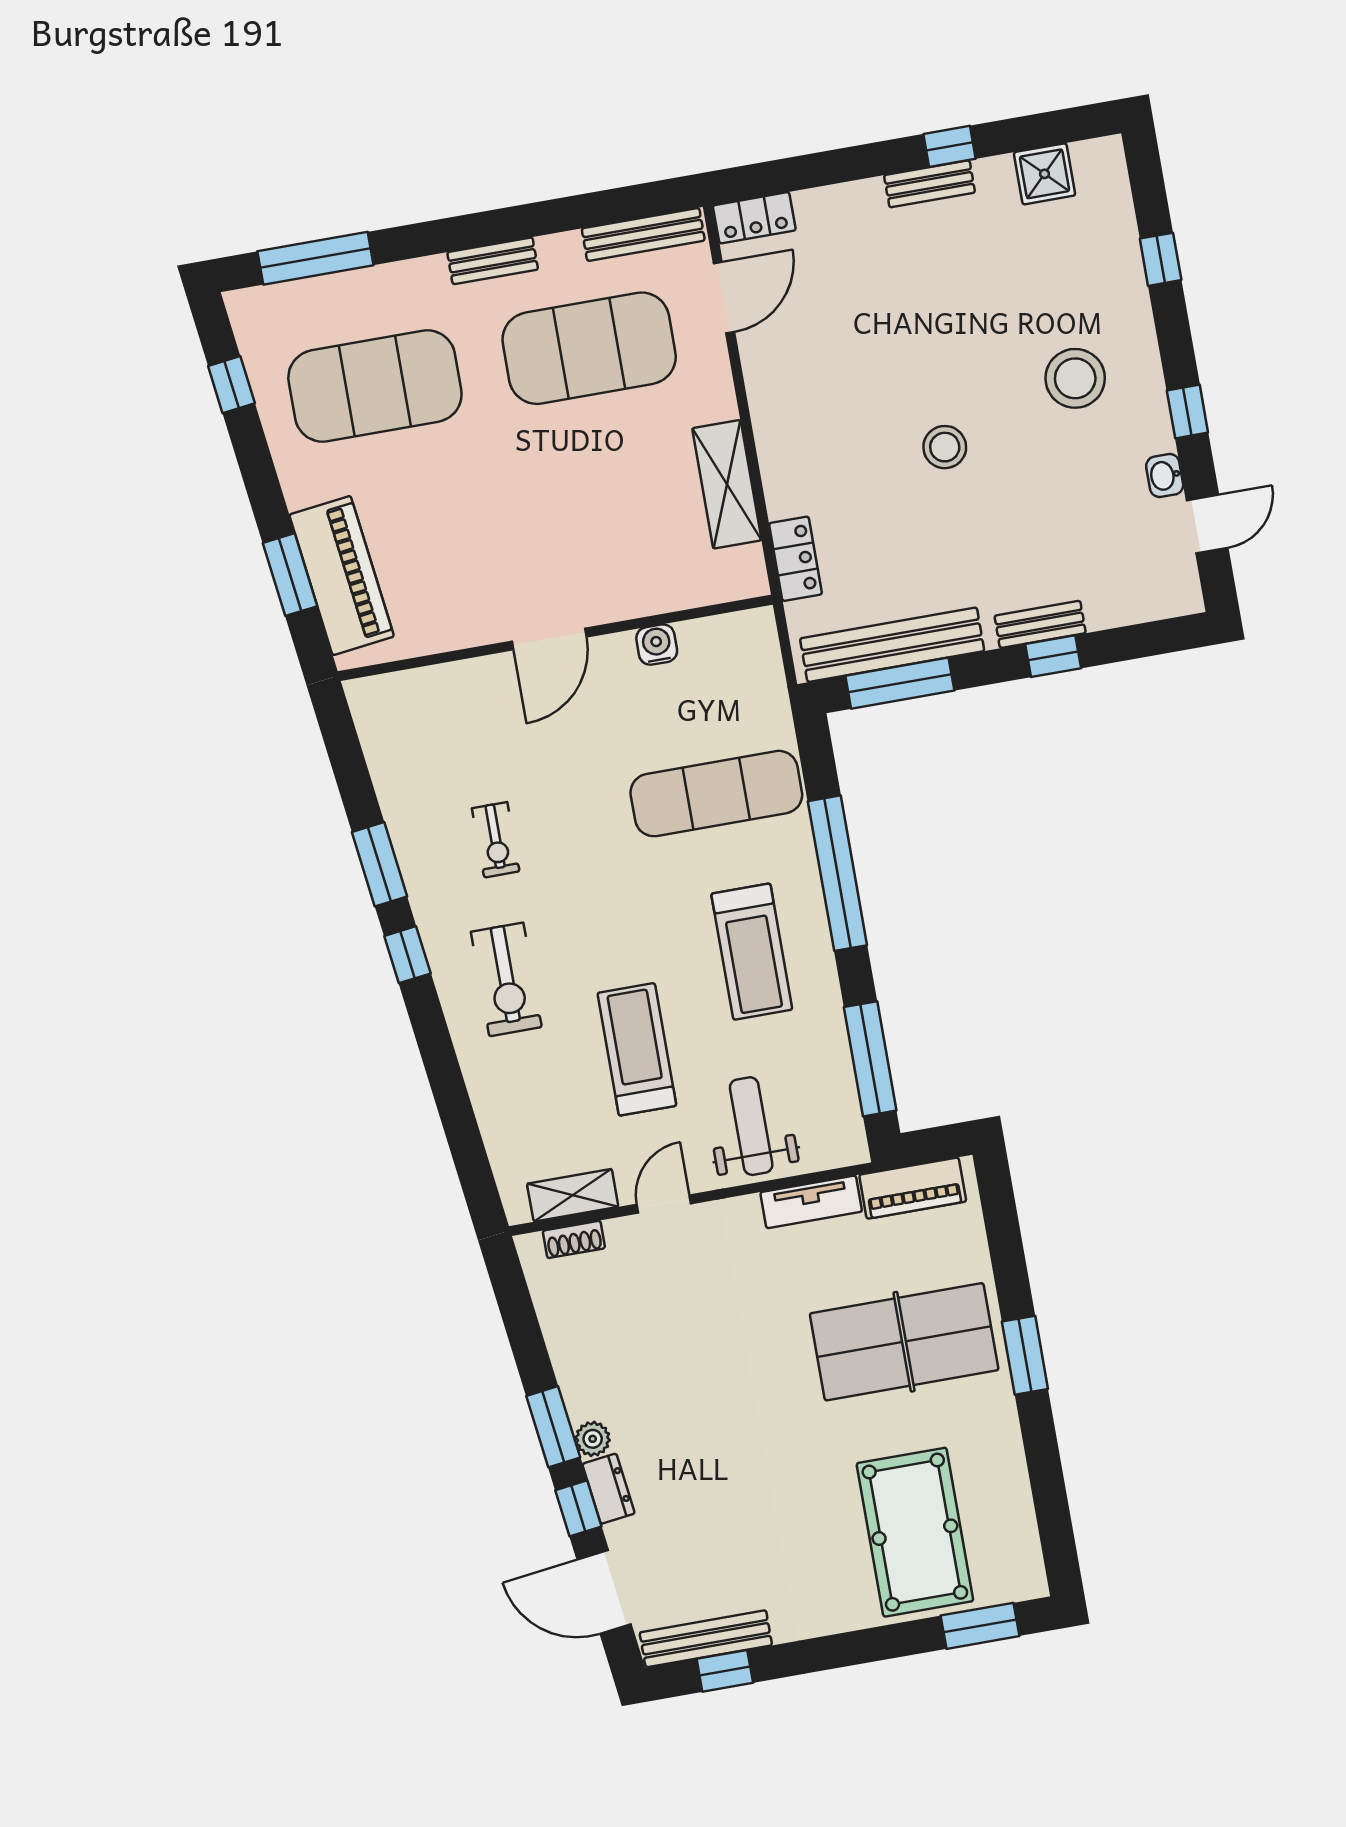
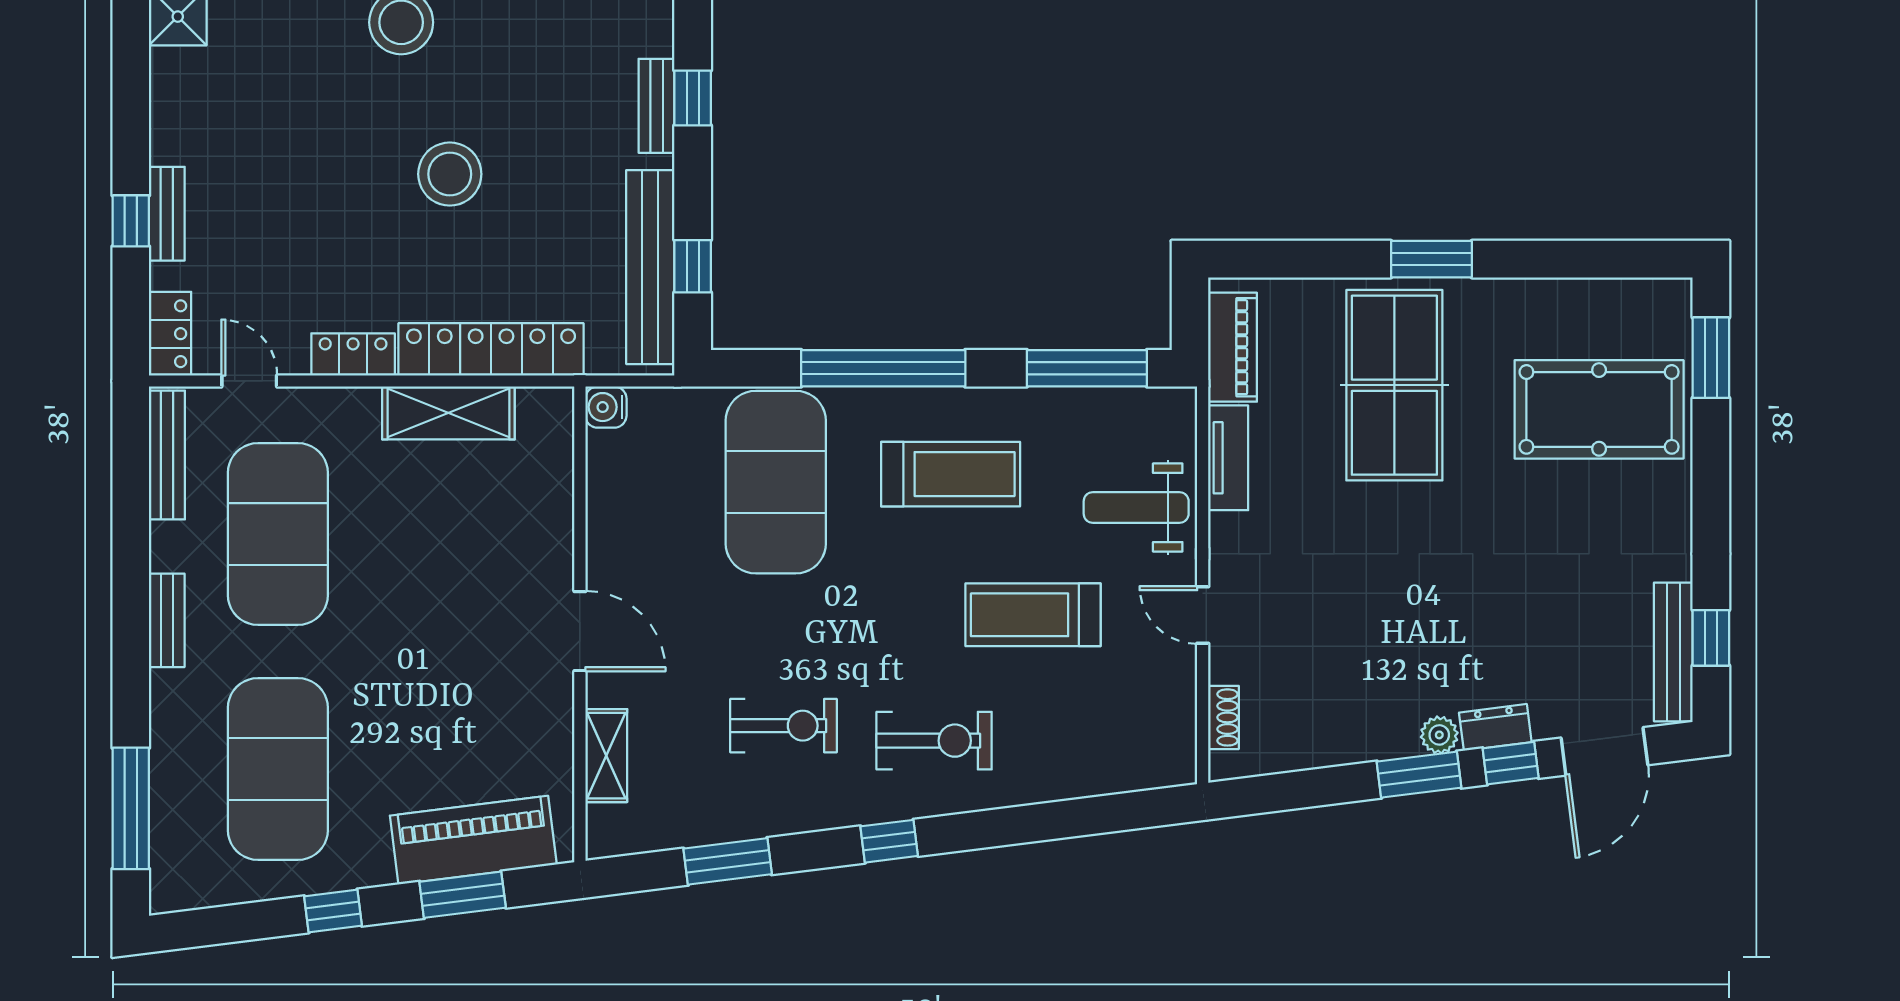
window: (949, 146) -> (131, 221), moved
bench: (930, 184) -> (167, 214), moved
door: (724, 298) -> (249, 381), width x0.73
window: (231, 385) -> (333, 911), moved
locker: (765, 388) -> (353, 354), added
stool: (945, 447) -> (450, 174), width x1.38, depth x1.38
locker: (795, 559) -> (491, 349), width x2.16, depth x1.21
water cooler: (657, 645) -> (606, 407), moved
window: (900, 683) -> (693, 266), width x0.46
exercise mat: (716, 794) -> (776, 482), width x1.47
exercise bike: (496, 840) -> (784, 726), width x1.38, depth x1.39
window: (379, 864) -> (728, 861), moved
shelving: (573, 1195) -> (606, 756), moved

